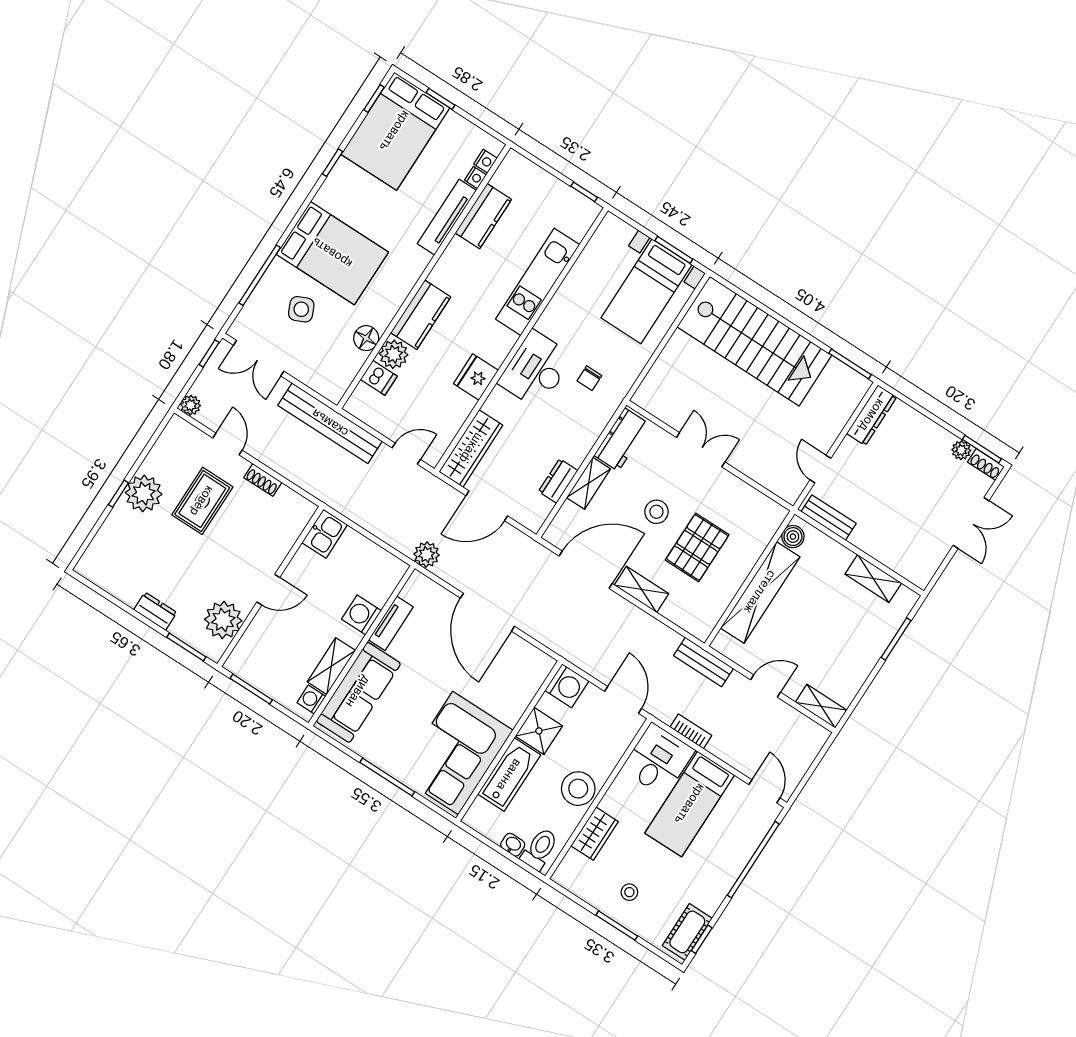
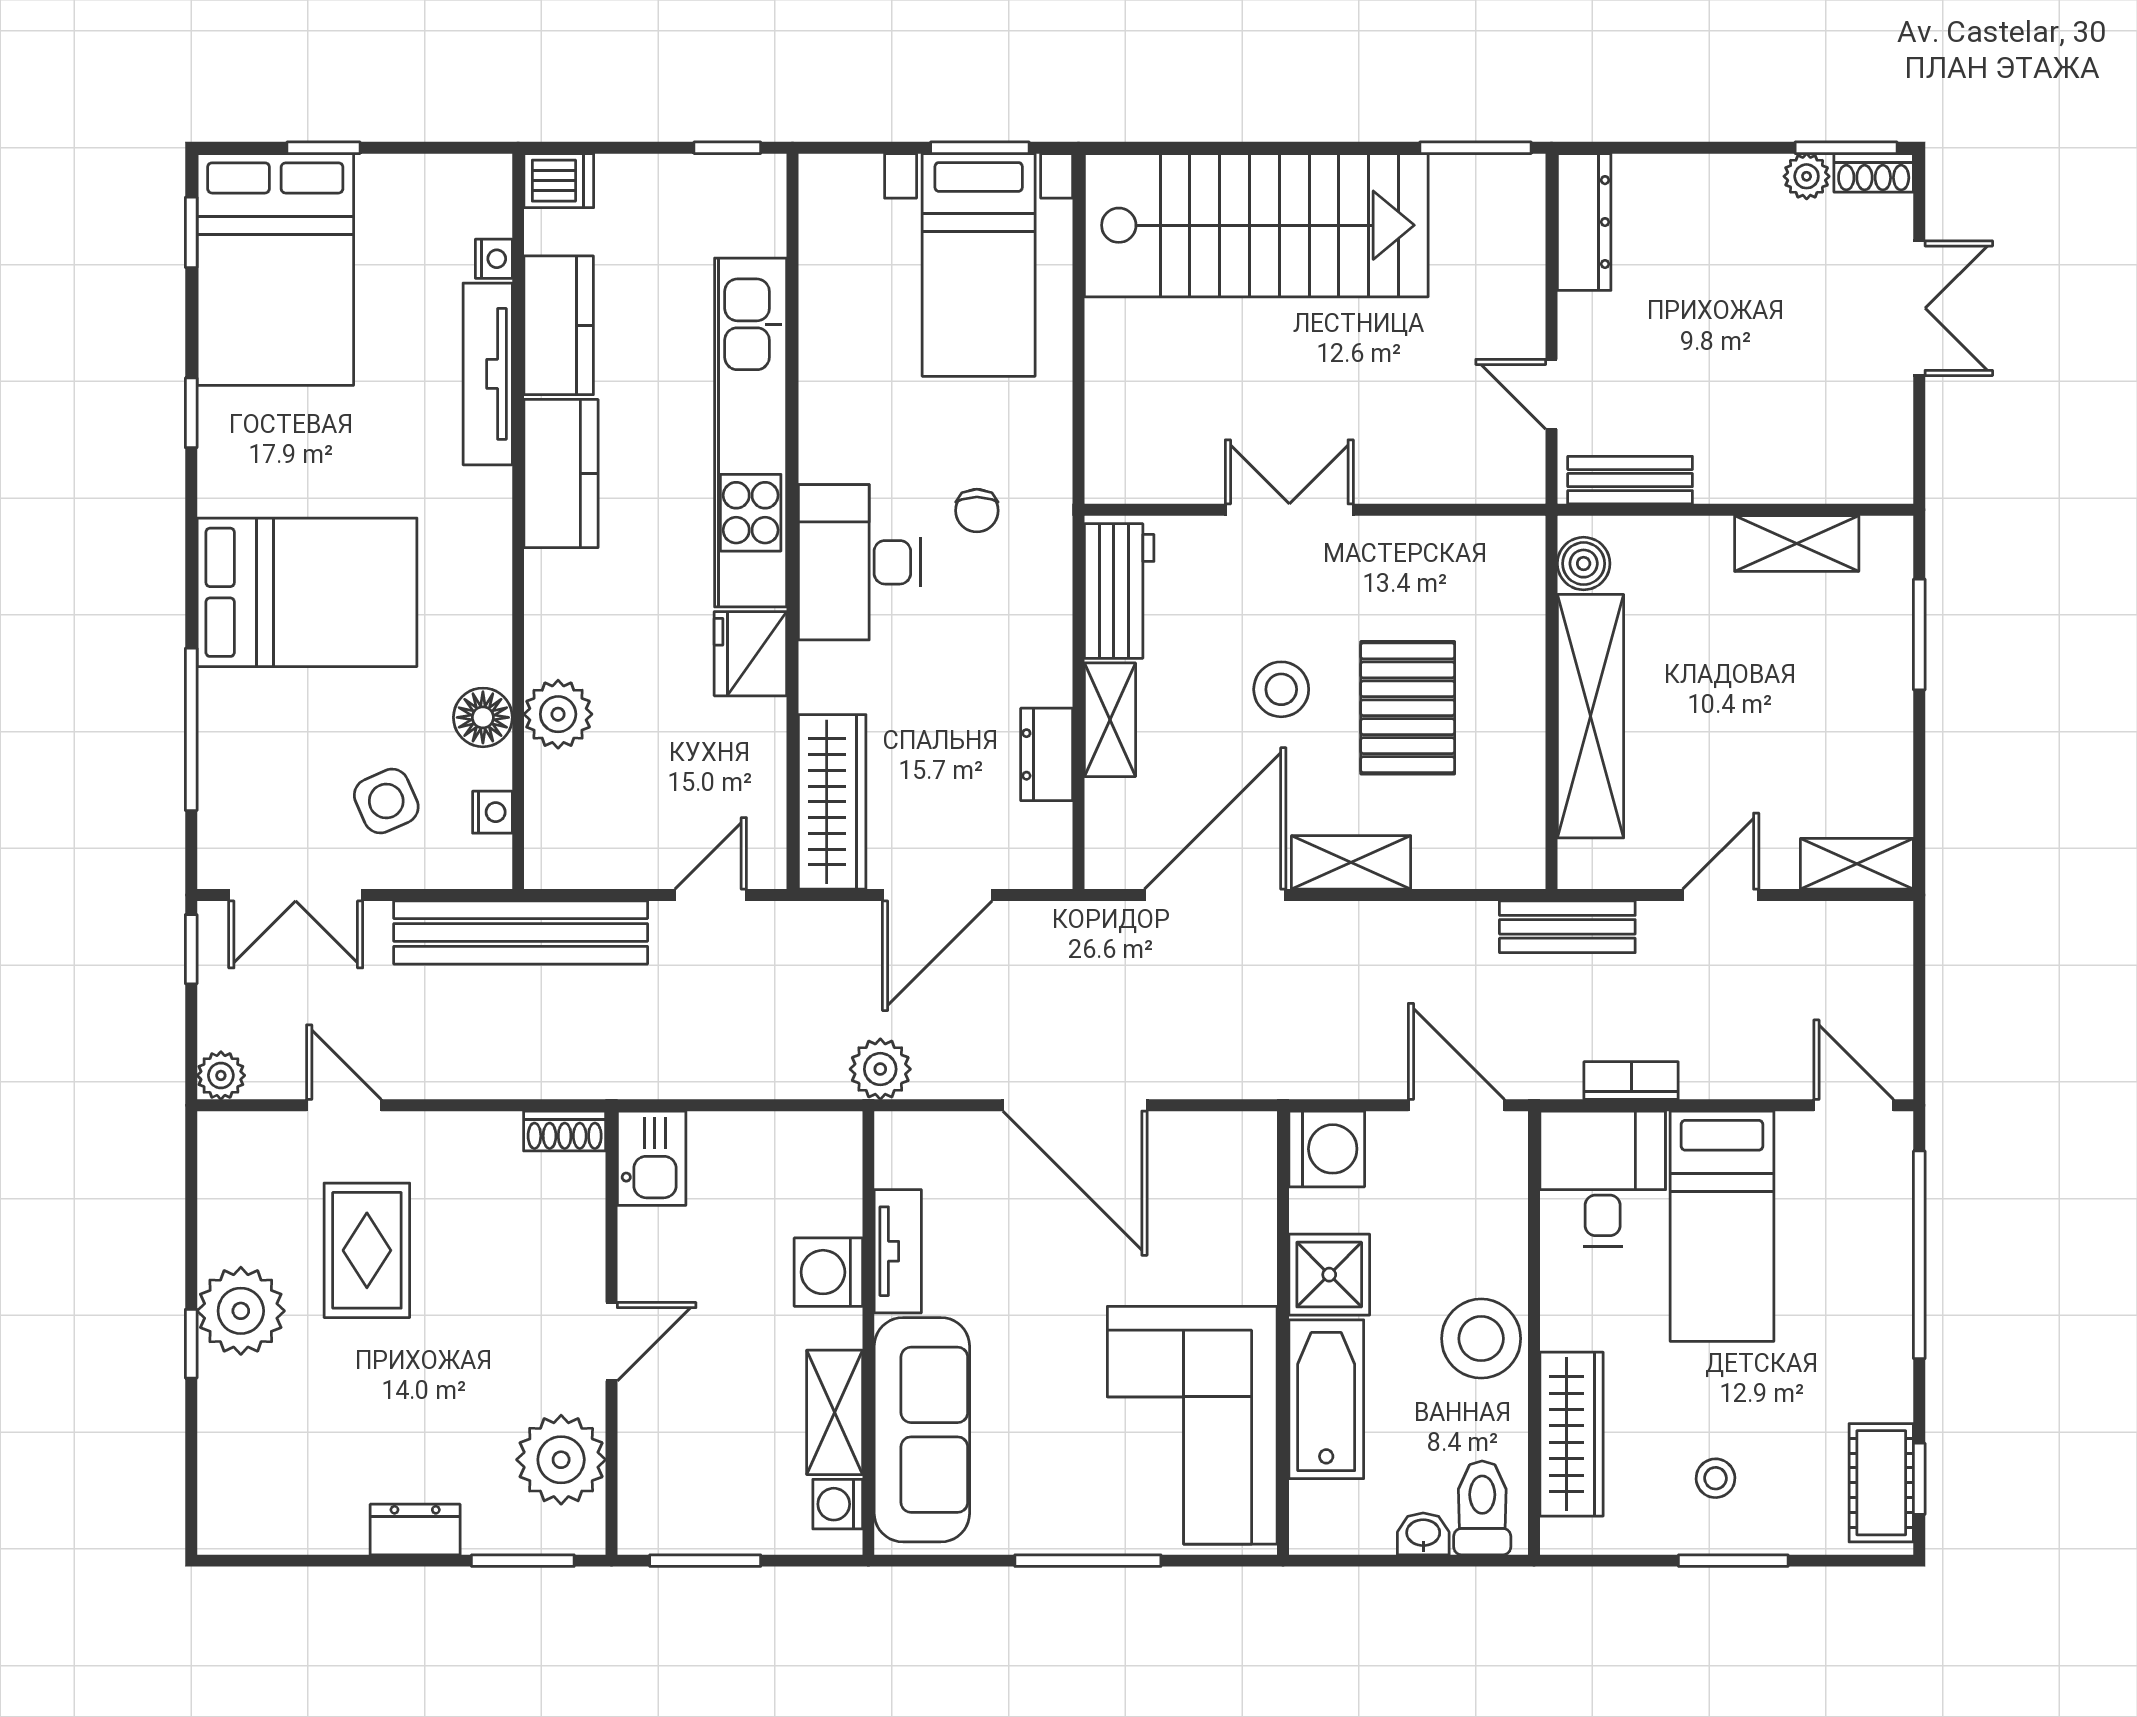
nightstand: (485, 161) -> (492, 812), moved
kitchen unit: (538, 282) -> (751, 432), width x1.36
side table: (301, 309) -> (386, 801), moved
kitchen counter: (421, 315) -> (561, 474), moved
dishwasher: (379, 378) -> (559, 181), moved
shoe rack: (263, 480) -> (565, 1131), moved
wardrobe: (595, 834) -> (1571, 1434), width x1.50

